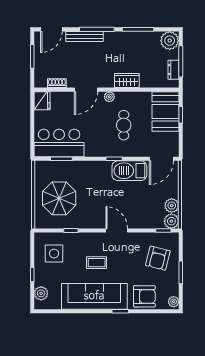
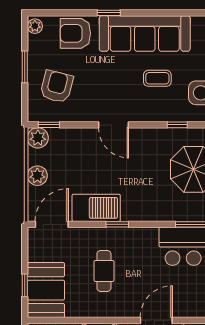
plant: (109, 97) -> (124, 310), removed
plant: (172, 206) -> (37, 176), moved
coffee table: (97, 263) -> (157, 78), moved

